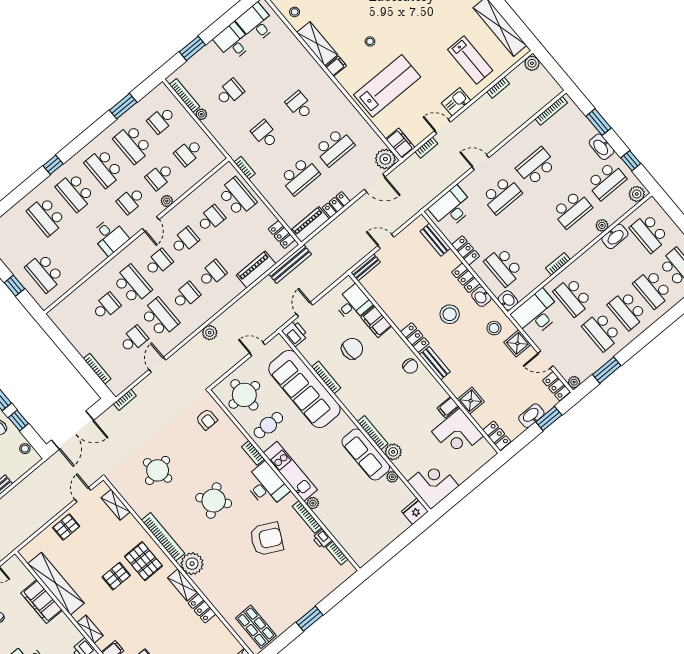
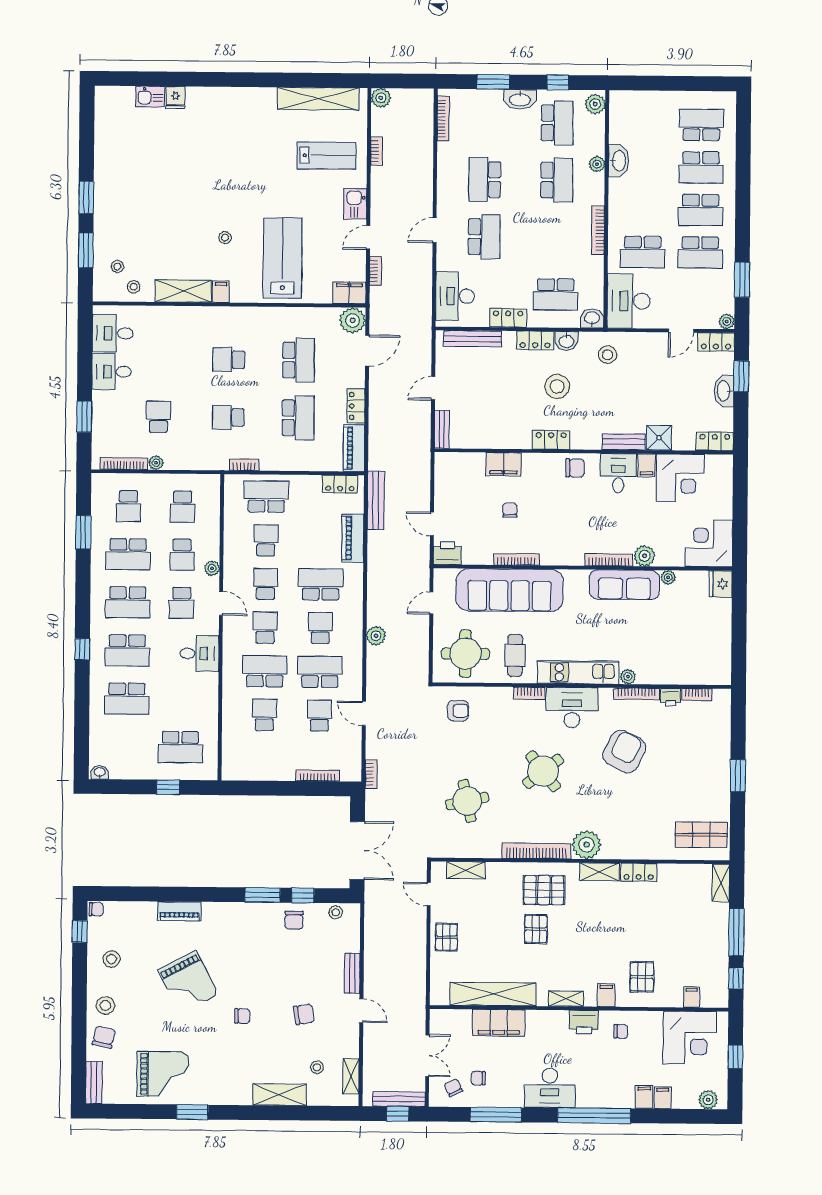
school desk: (649, 233) -> (644, 124), removed
bench: (435, 240) -> (473, 339), width x1.36
bookcase: (558, 264) -> (598, 230), width x1.56
school desk: (212, 274) -> (321, 584), width x1.85
desk: (353, 303) -> (618, 473), moved
shower: (517, 343) -> (642, 345), removed
chair: (352, 349) -> (510, 510), width x0.54, depth x0.54
bench: (435, 363) -> (624, 442), moved

